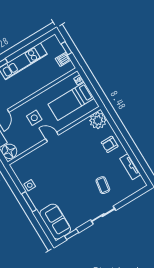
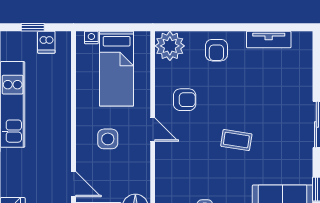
door: (52, 137) -> (153, 130), swing flipped
armchair: (76, 144) -> (185, 100), added
coffee table: (103, 185) -> (236, 140), moved

